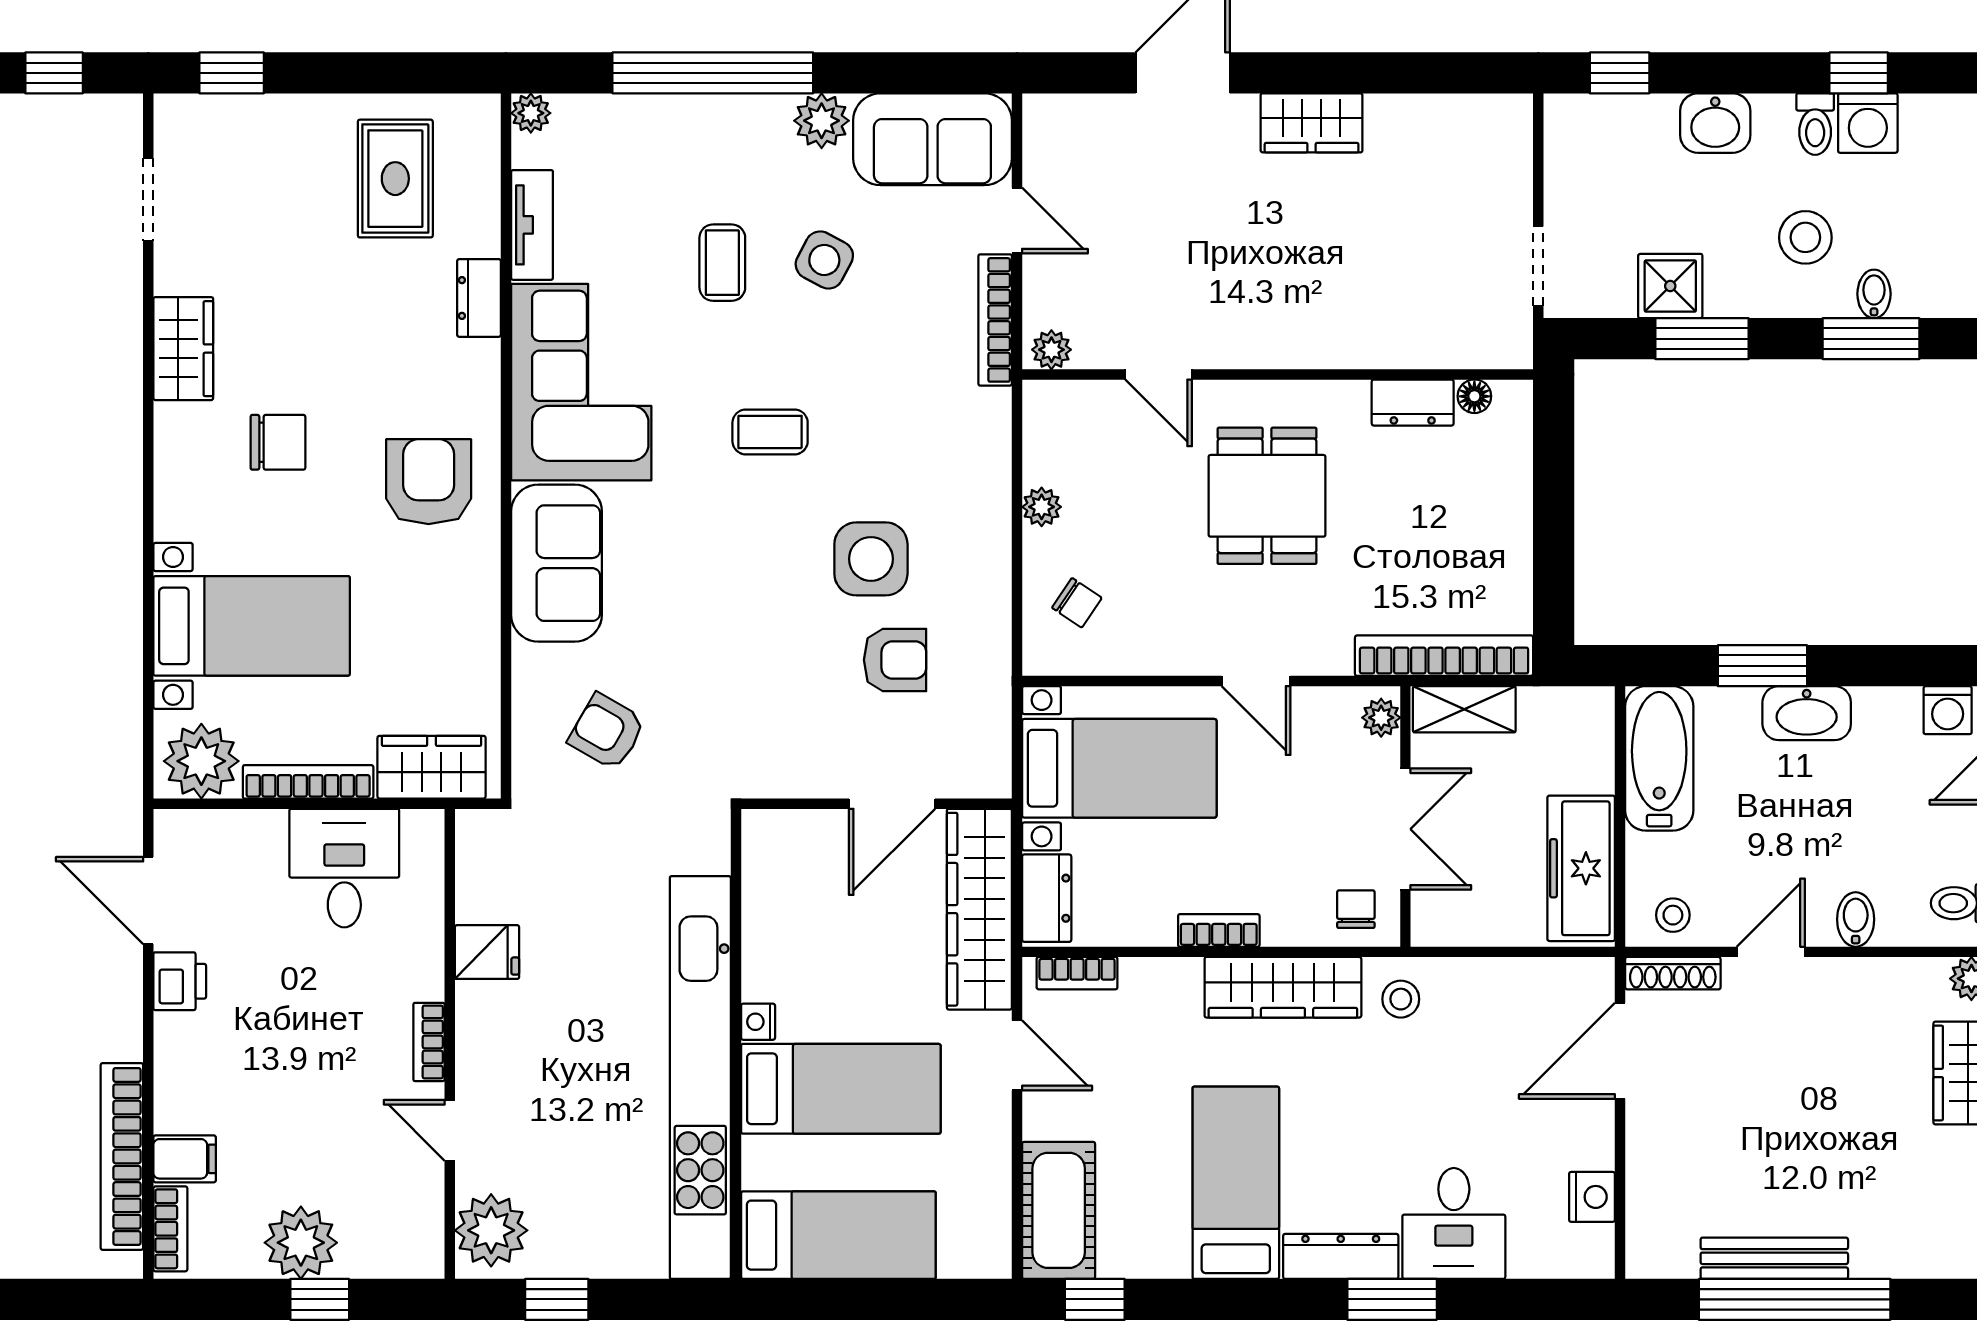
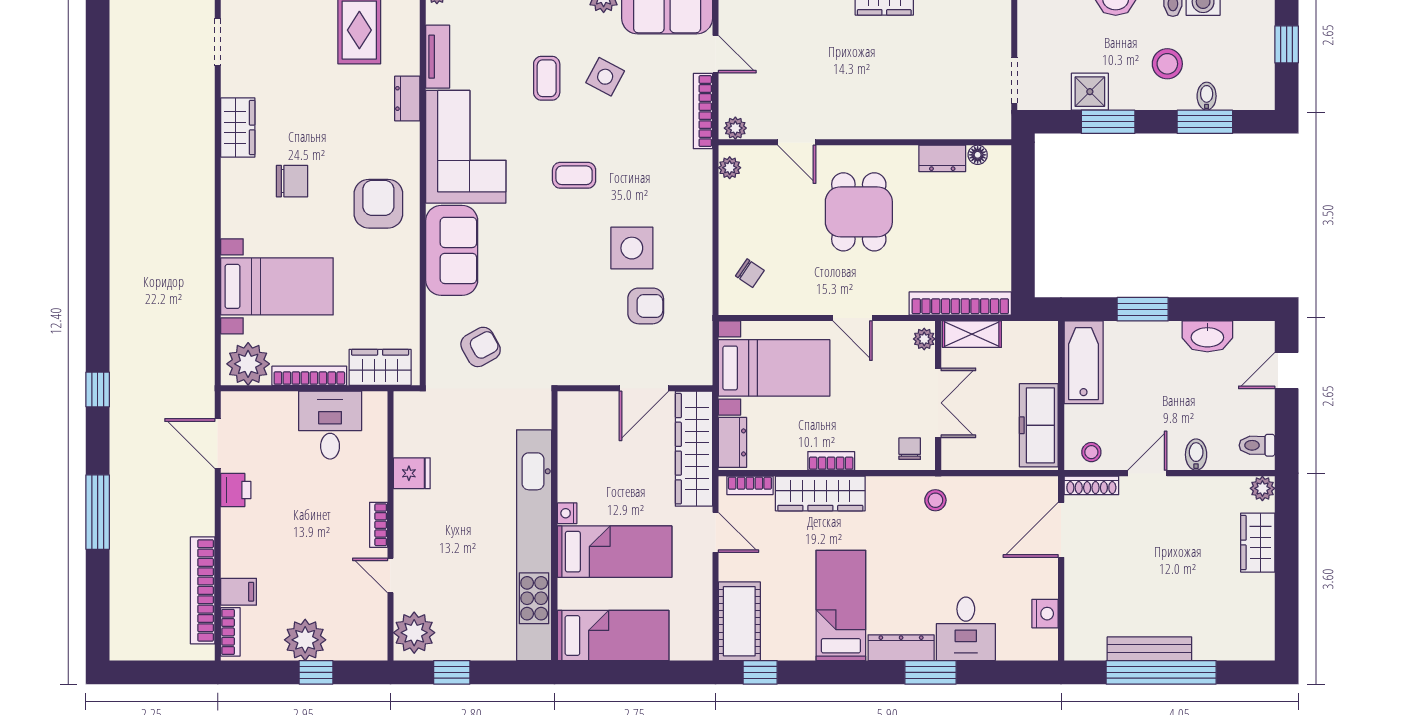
plant: (1042, 507) -> (730, 168), moved
washing machine: (1948, 710) -> (1249, 335), removed
washbasin: (1807, 713) -> (1207, 336), moved
armchair: (607, 732) -> (481, 347), turned 121
wardrobe: (1283, 987) -> (820, 493), moved

